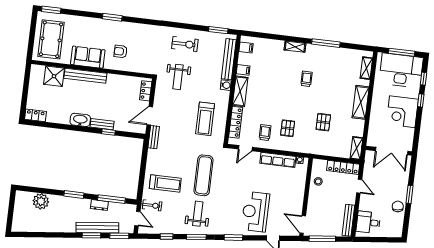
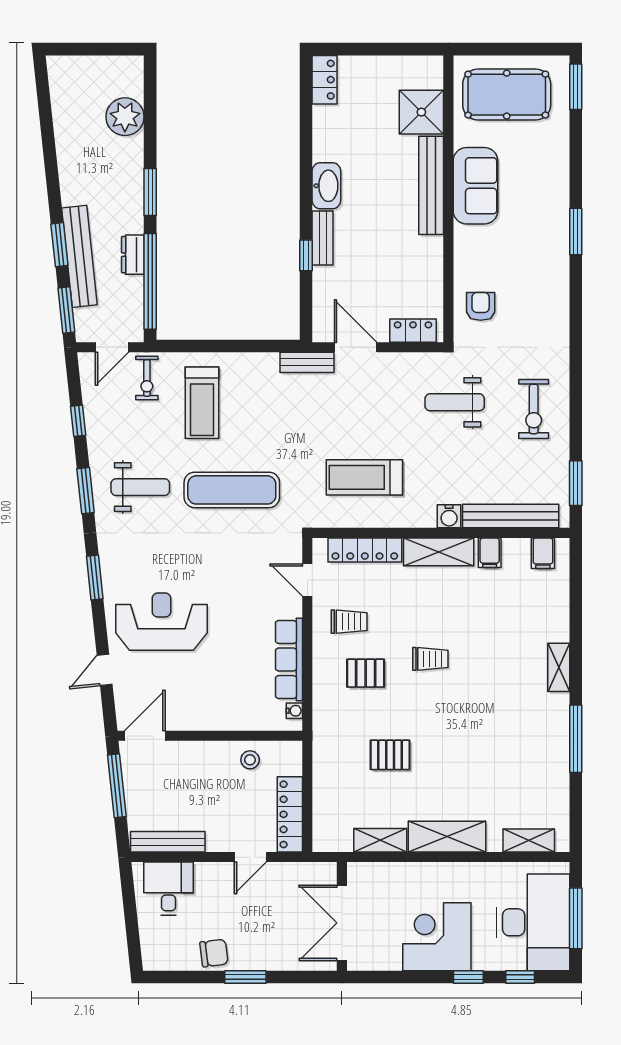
armchair: (121, 51) -> (481, 306), moved
trolley: (307, 79) -> (430, 659), moved
shelving: (357, 148) -> (380, 840), moved
window: (112, 199) -> (150, 281), width x1.46

